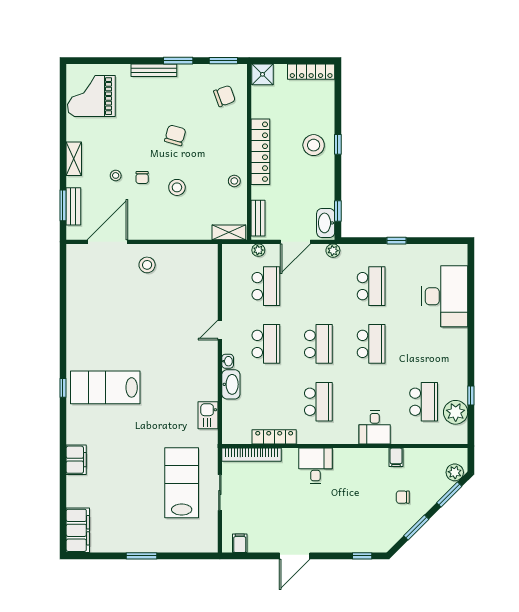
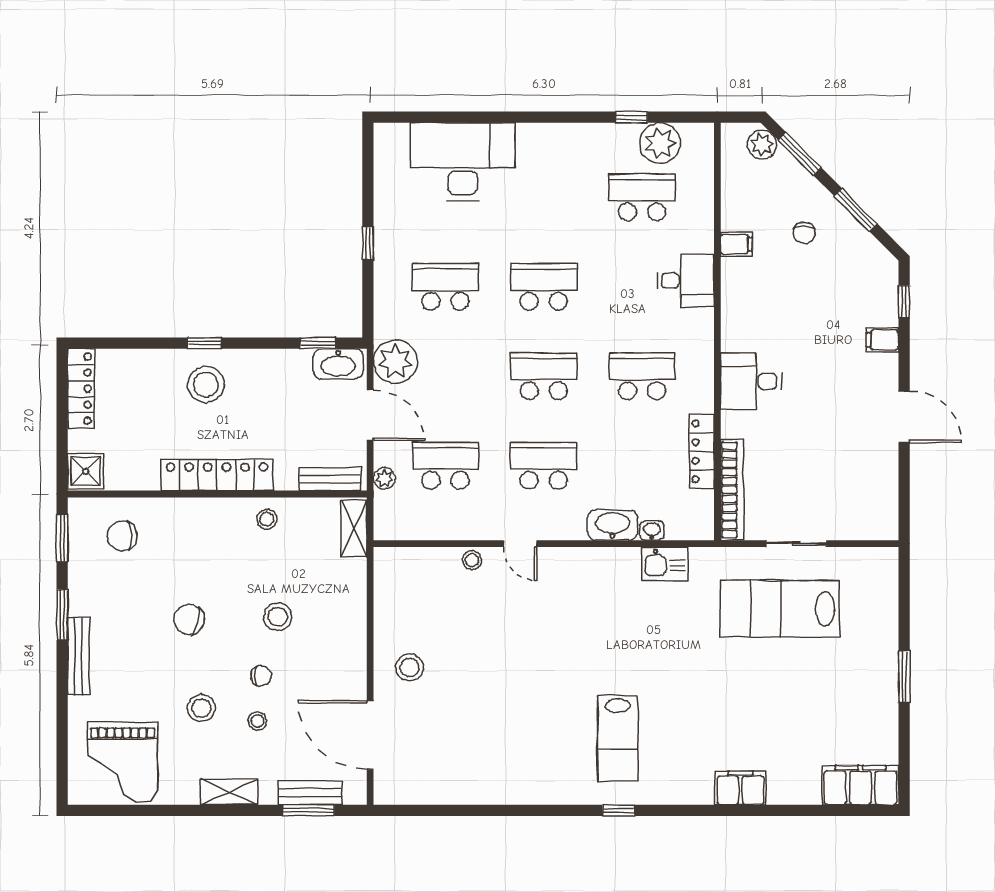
chair: (224, 96) -> (122, 536), turned -74
stool: (123, 142) -> (201, 708), added
plant: (333, 251) -> (395, 362), width x1.88, depth x1.88
stool: (210, 302) -> (472, 560), added
washbasin: (228, 361) -> (652, 531), moved
lab bench: (105, 387) -> (618, 738), width x0.73, depth x0.72
filing cabinet: (240, 543) -> (882, 340), moved

